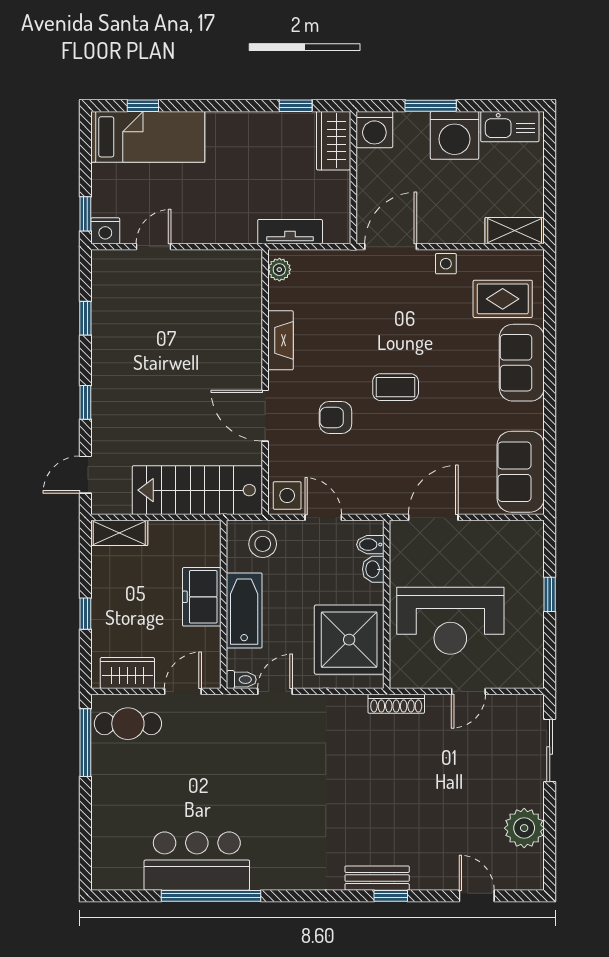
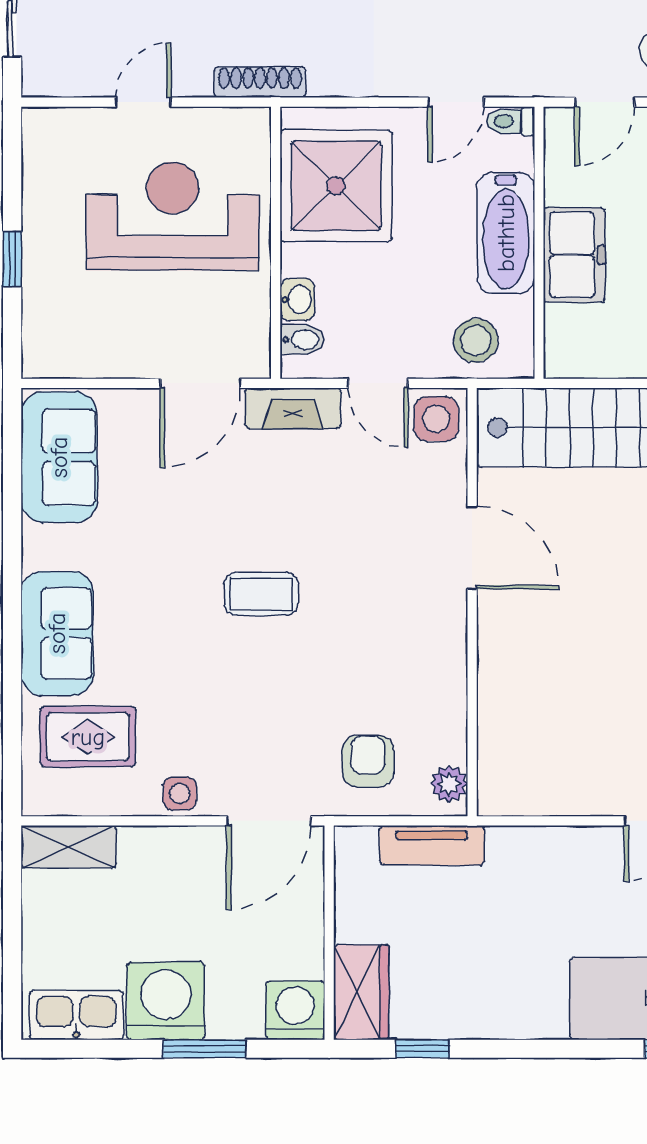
fireplace: (280, 340) -> (293, 408), moved, turned -90
armchair: (336, 417) -> (368, 761), moved, turned -90

